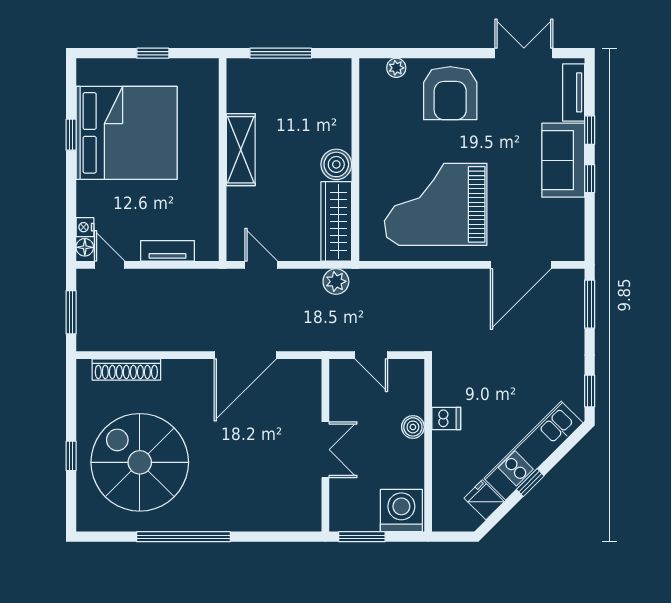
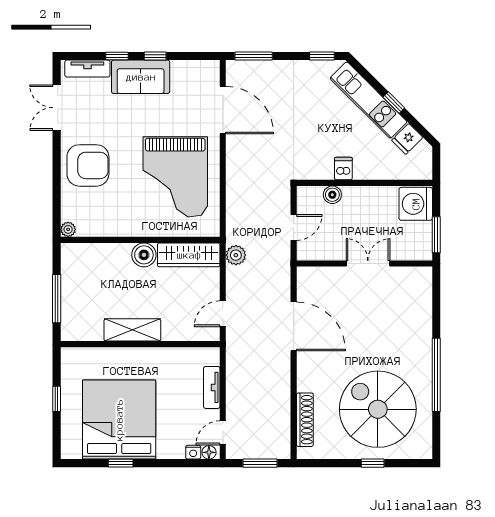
plant: (396, 68) -> (68, 229), moved
boiler: (413, 427) -> (332, 195), moved
spiral stairs: (140, 462) -> (378, 409), turned 90

